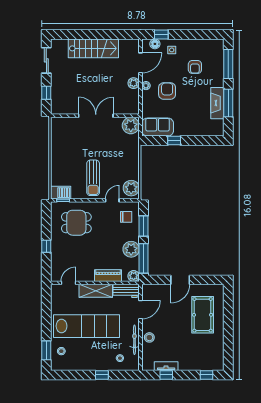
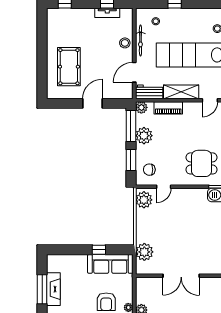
plant: (131, 125) -> (144, 252), moved
sofa: (158, 127) -> (110, 264), width x1.36
sun lounger: (93, 178) -> (184, 211), removed

